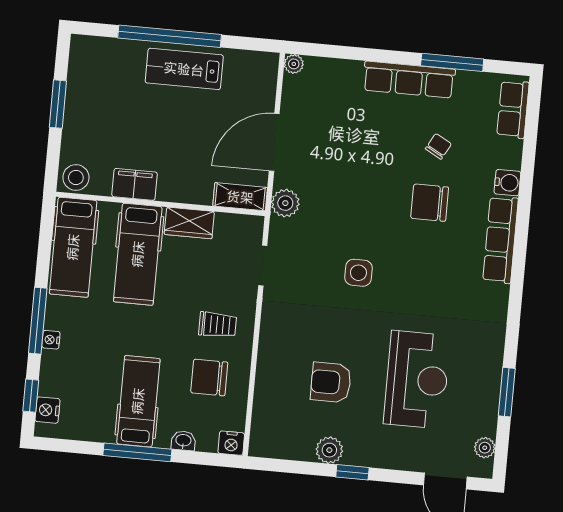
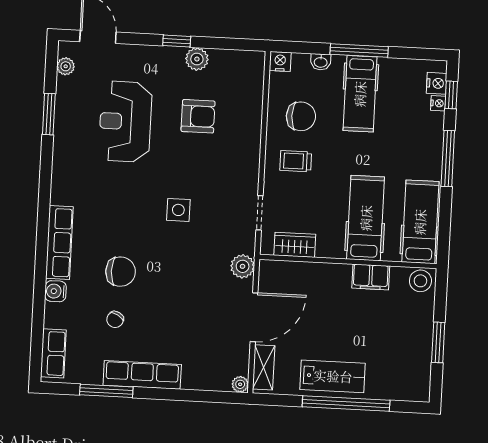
shelving: (240, 197) -> (264, 367), moved, turned 90
wardrobe: (189, 223) -> (295, 245), moved
nightstand: (51, 340) -> (438, 103), moved

